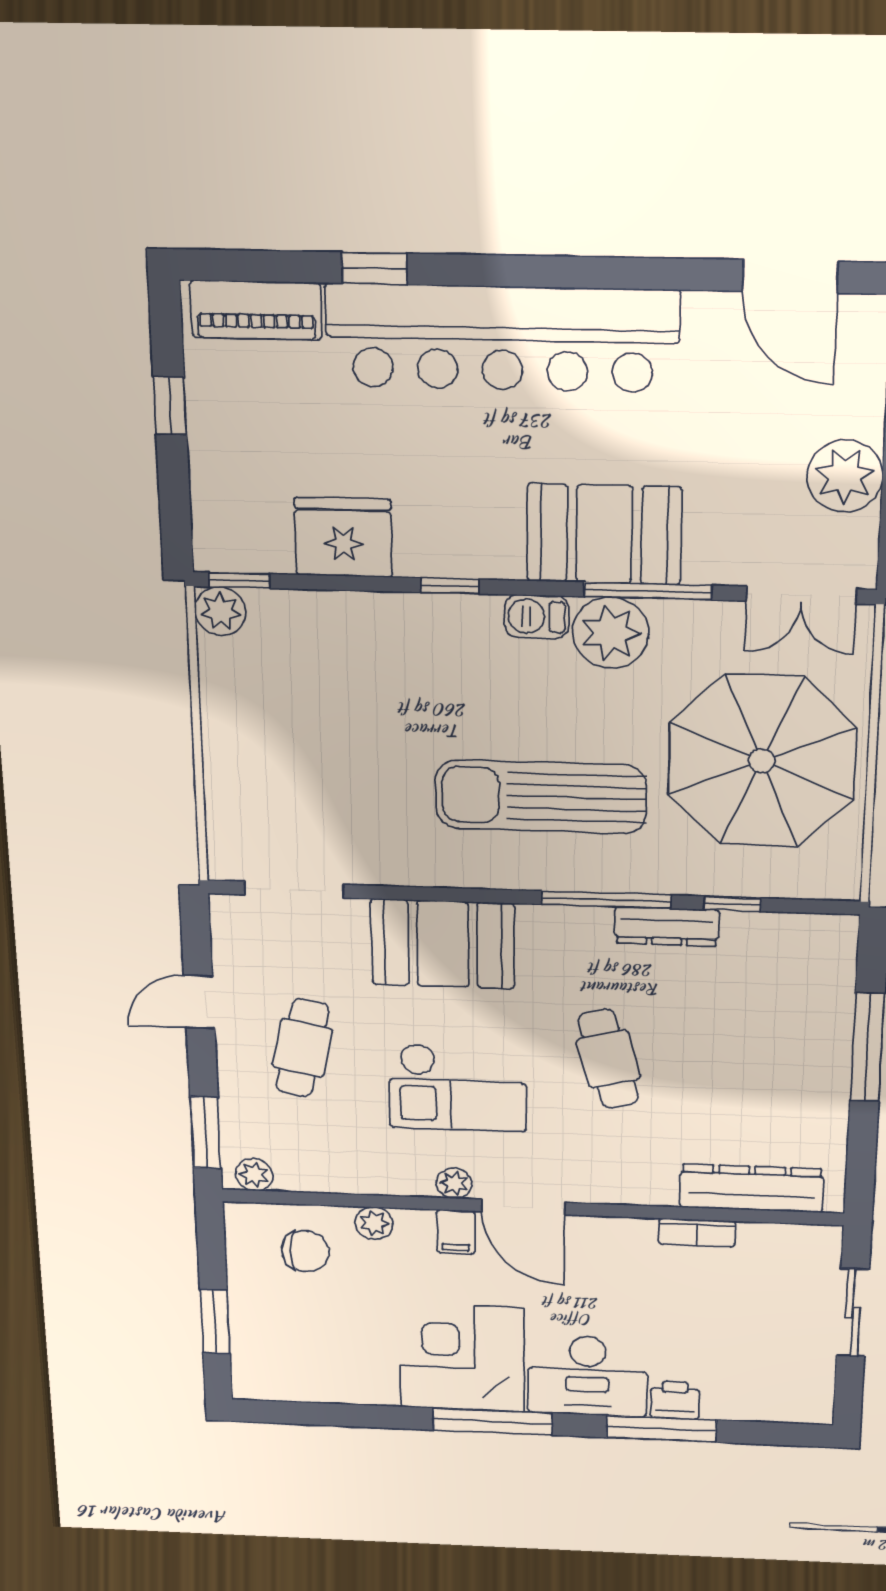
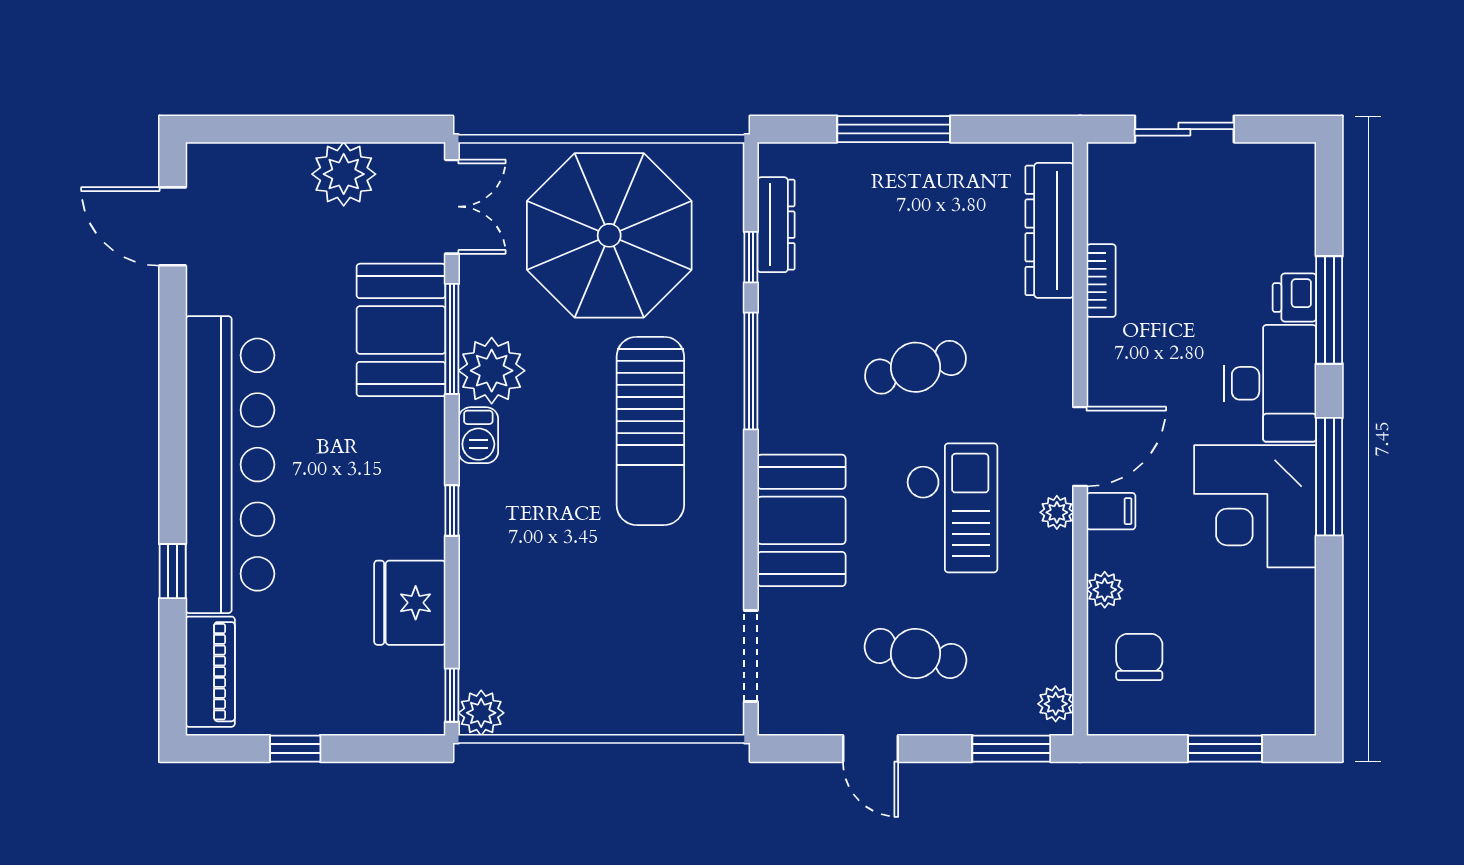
door: (790, 276) -> (173, 226), swing flipped
booth: (604, 534) -> (401, 330), moved
dresser: (667, 926) -> (776, 225), moved

